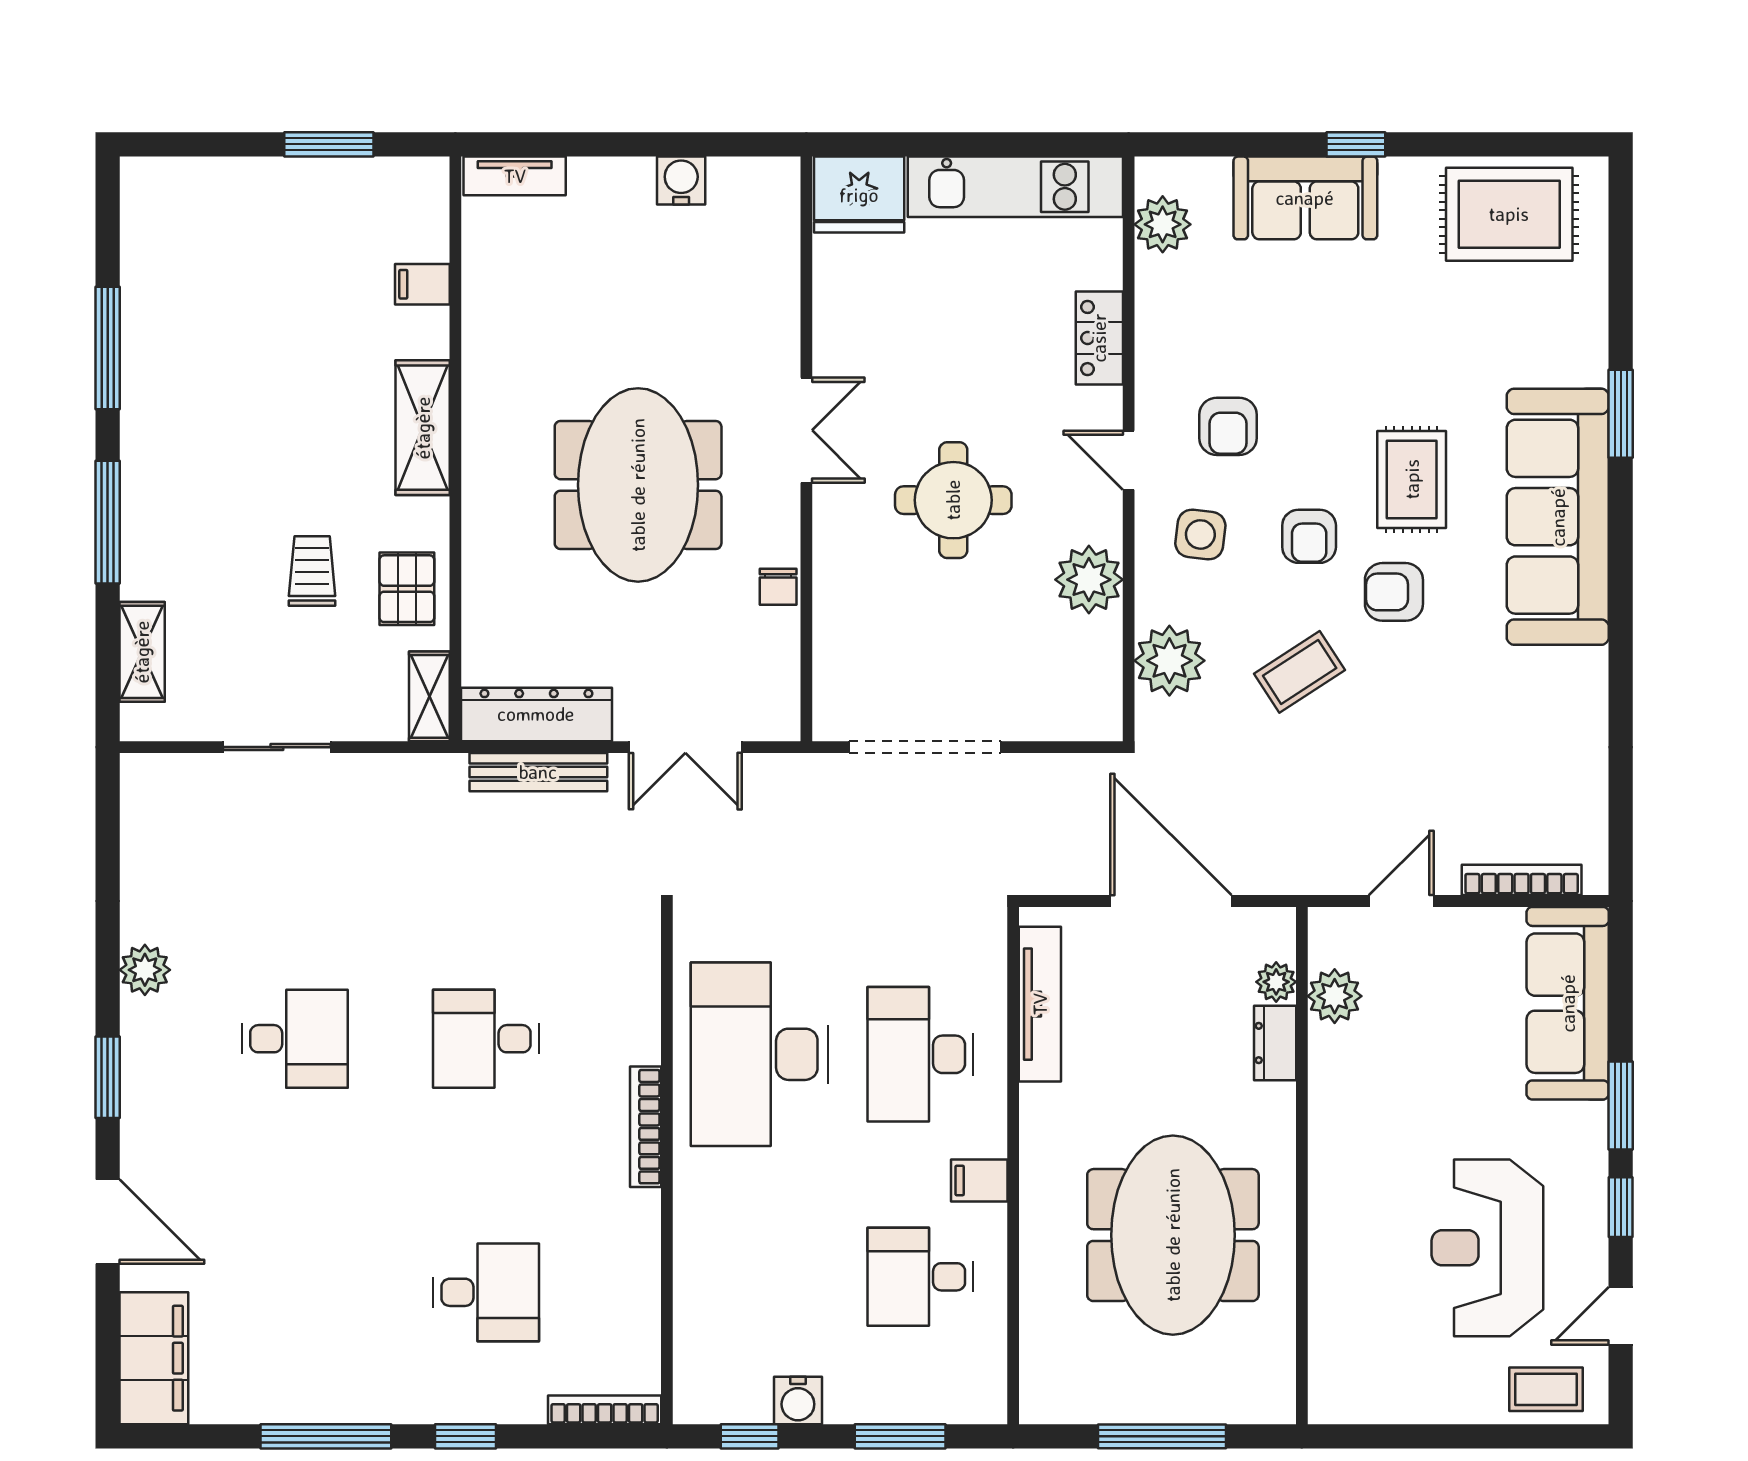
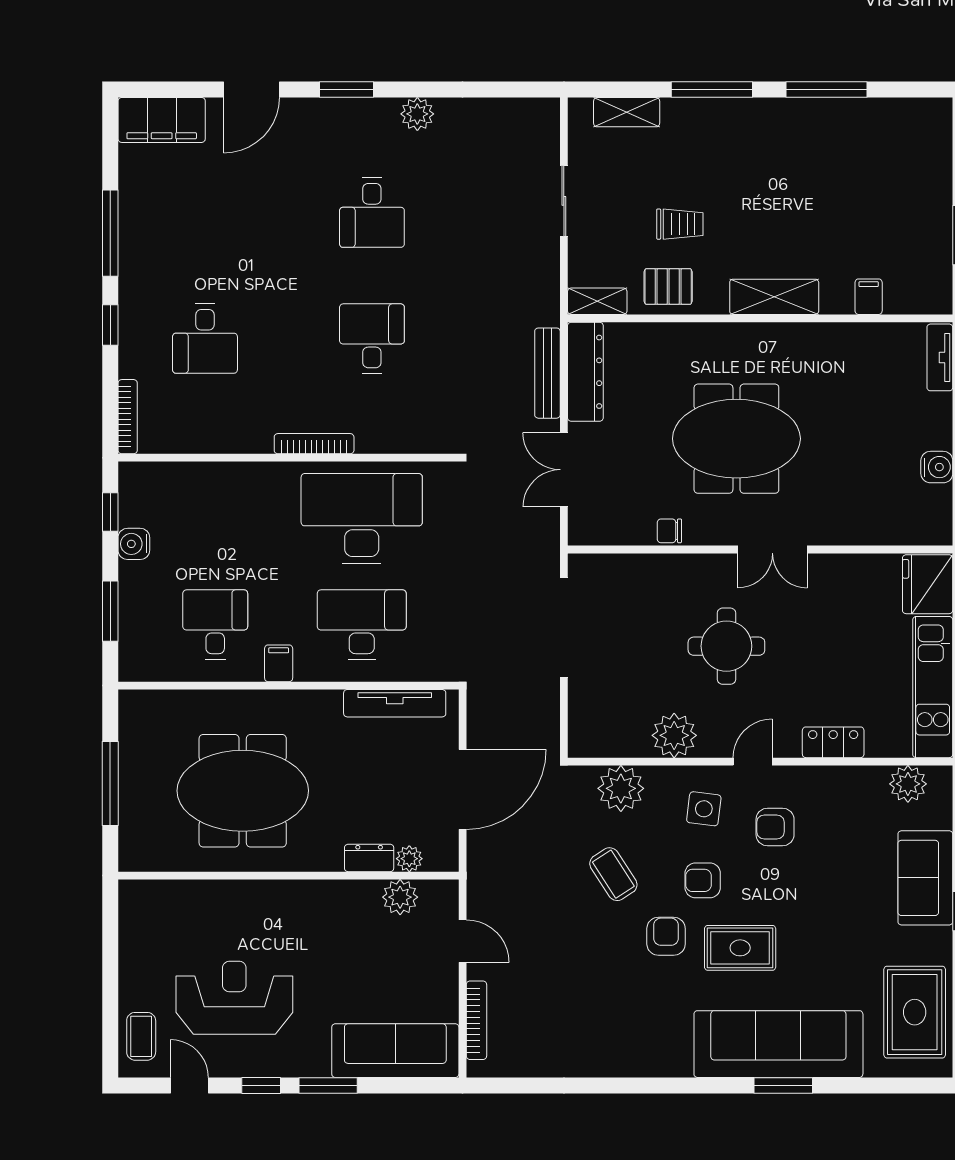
sofa: (1558, 517) -> (778, 1044), moved

